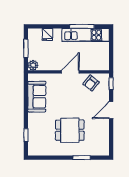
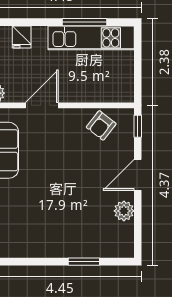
door: (70, 72) -> (42, 105), moved
dining table: (70, 130) -> (62, 211), removed
plant: (104, 130) -> (124, 211), added

